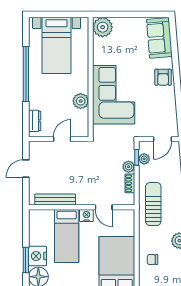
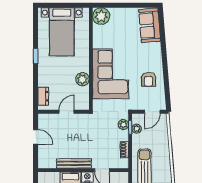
window: (26, 74) -> (36, 56), width x0.32
armchair: (163, 77) -> (149, 79), moved
plant: (129, 167) -> (123, 125), moved
door: (26, 168) -> (36, 137), swing flipped
bench: (55, 200) -> (74, 163), moved

